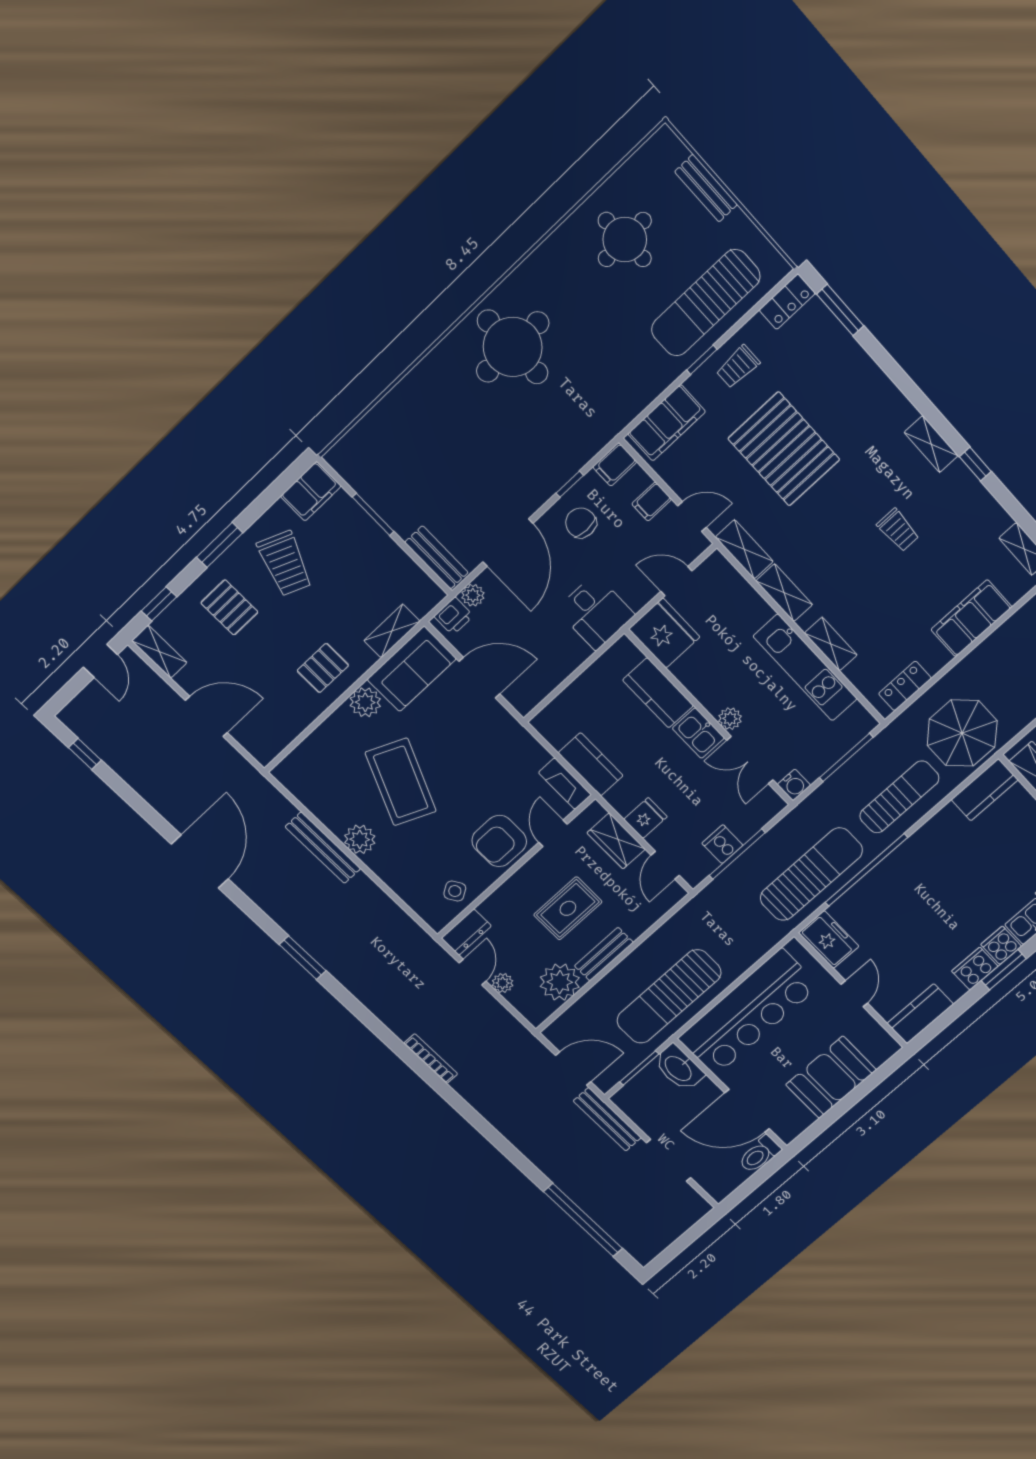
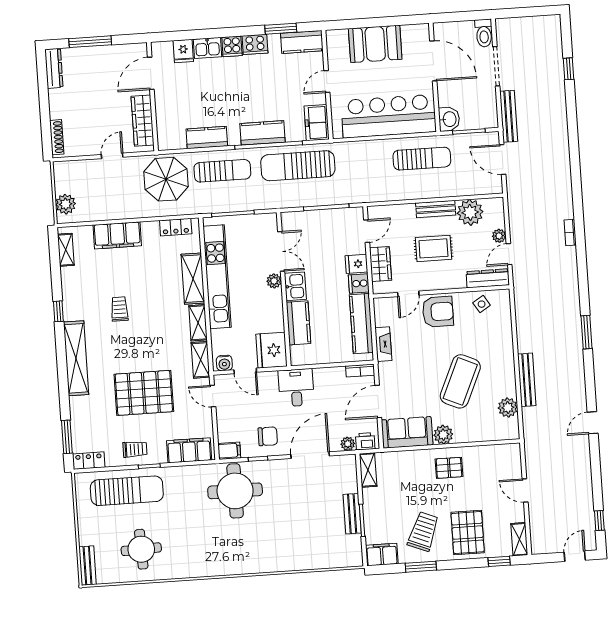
bench: (706, 188) -> (88, 566), moved
round table: (513, 347) -> (235, 491), moved
shelving: (931, 444) -> (76, 358), width x2.20, depth x1.33
pallet: (784, 449) -> (144, 393), turned 90
filing cabinet: (652, 502) -> (226, 419), removed
chair: (581, 523) -> (268, 436), turned -90
window: (220, 545) -> (421, 567), moved
bench: (437, 557) -> (352, 514), moved
pallet: (229, 607) -> (468, 533), width x1.50, depth x1.42
shelving: (392, 631) -> (368, 470), moved, turned 90
shelving: (831, 644) -> (193, 279), width x1.50, depth x1.33
door: (100, 661) -> (575, 556), moved
kitchen unit: (805, 668) -> (217, 277), width x1.36
door: (480, 678) -> (378, 401), hinge flipped
bookcase: (534, 697) -> (360, 371), added
door: (206, 716) -> (525, 490), width x0.73
kitchen counter: (591, 764) -> (361, 324), width x1.50
fireplace: (565, 784) -> (383, 344), moved
water cooler: (794, 785) -> (224, 363), moved, turned 180
kitchen counter: (985, 790) -> (207, 138), moved
sun lounger: (899, 797) -> (222, 171), turned 180
plant: (360, 839) -> (508, 408), moved
cooker: (722, 844) -> (359, 283), moved, turned 90
door: (200, 862) -> (593, 423), width x0.53
kitchen counter: (885, 878) -> (263, 133), added
dresser: (466, 932) -> (488, 278), width x1.44
window: (1004, 970) -> (281, 29), moved
sun lounger: (669, 997) -> (422, 159), width x0.73, depth x0.75
bookcase: (431, 1059) -> (570, 233), width x0.64
washbasin: (679, 1068) -> (449, 119), width x0.72
toilet: (759, 1154) -> (484, 33), moved, turned 90
window: (583, 1220) -> (569, 69), width x0.32

